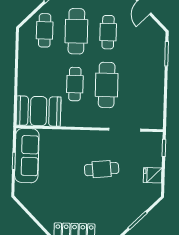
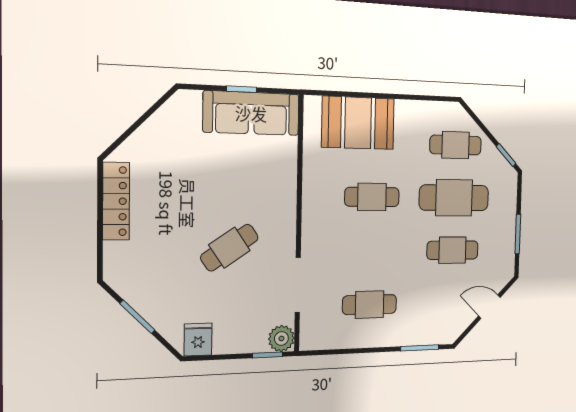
cafe table: (107, 85) -> (370, 305), moved, width x0.73, depth x0.74
booth: (39, 111) -> (358, 123), moved, turned 90
plant: (155, 140) -> (281, 338), added
cafe table: (102, 169) -> (229, 248), turned 62
fridge: (153, 175) -> (198, 339), moved

